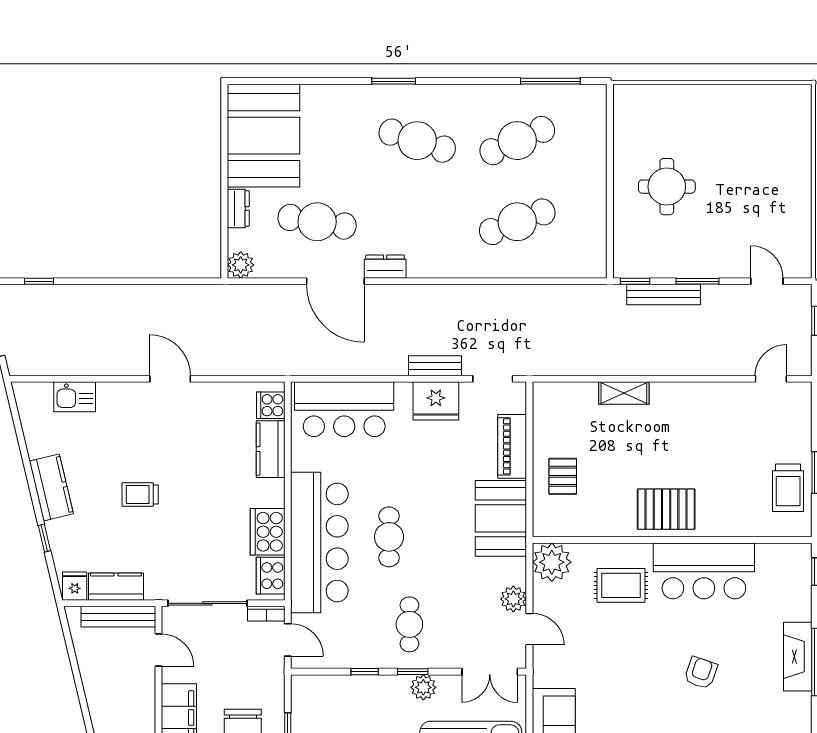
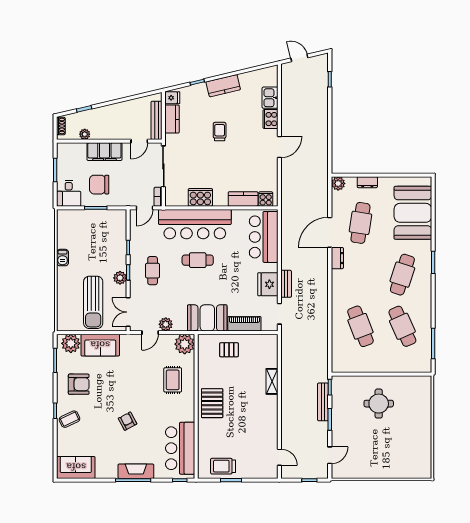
booth: (263, 136) -> (413, 213), moved, turned 90
bar counter: (704, 571) -> (180, 448), moved
cooker: (271, 576) -> (270, 119), moved, turned -90
cafe table: (409, 624) -> (153, 271), turned 90
armchair: (701, 673) -> (128, 421), turned -137

